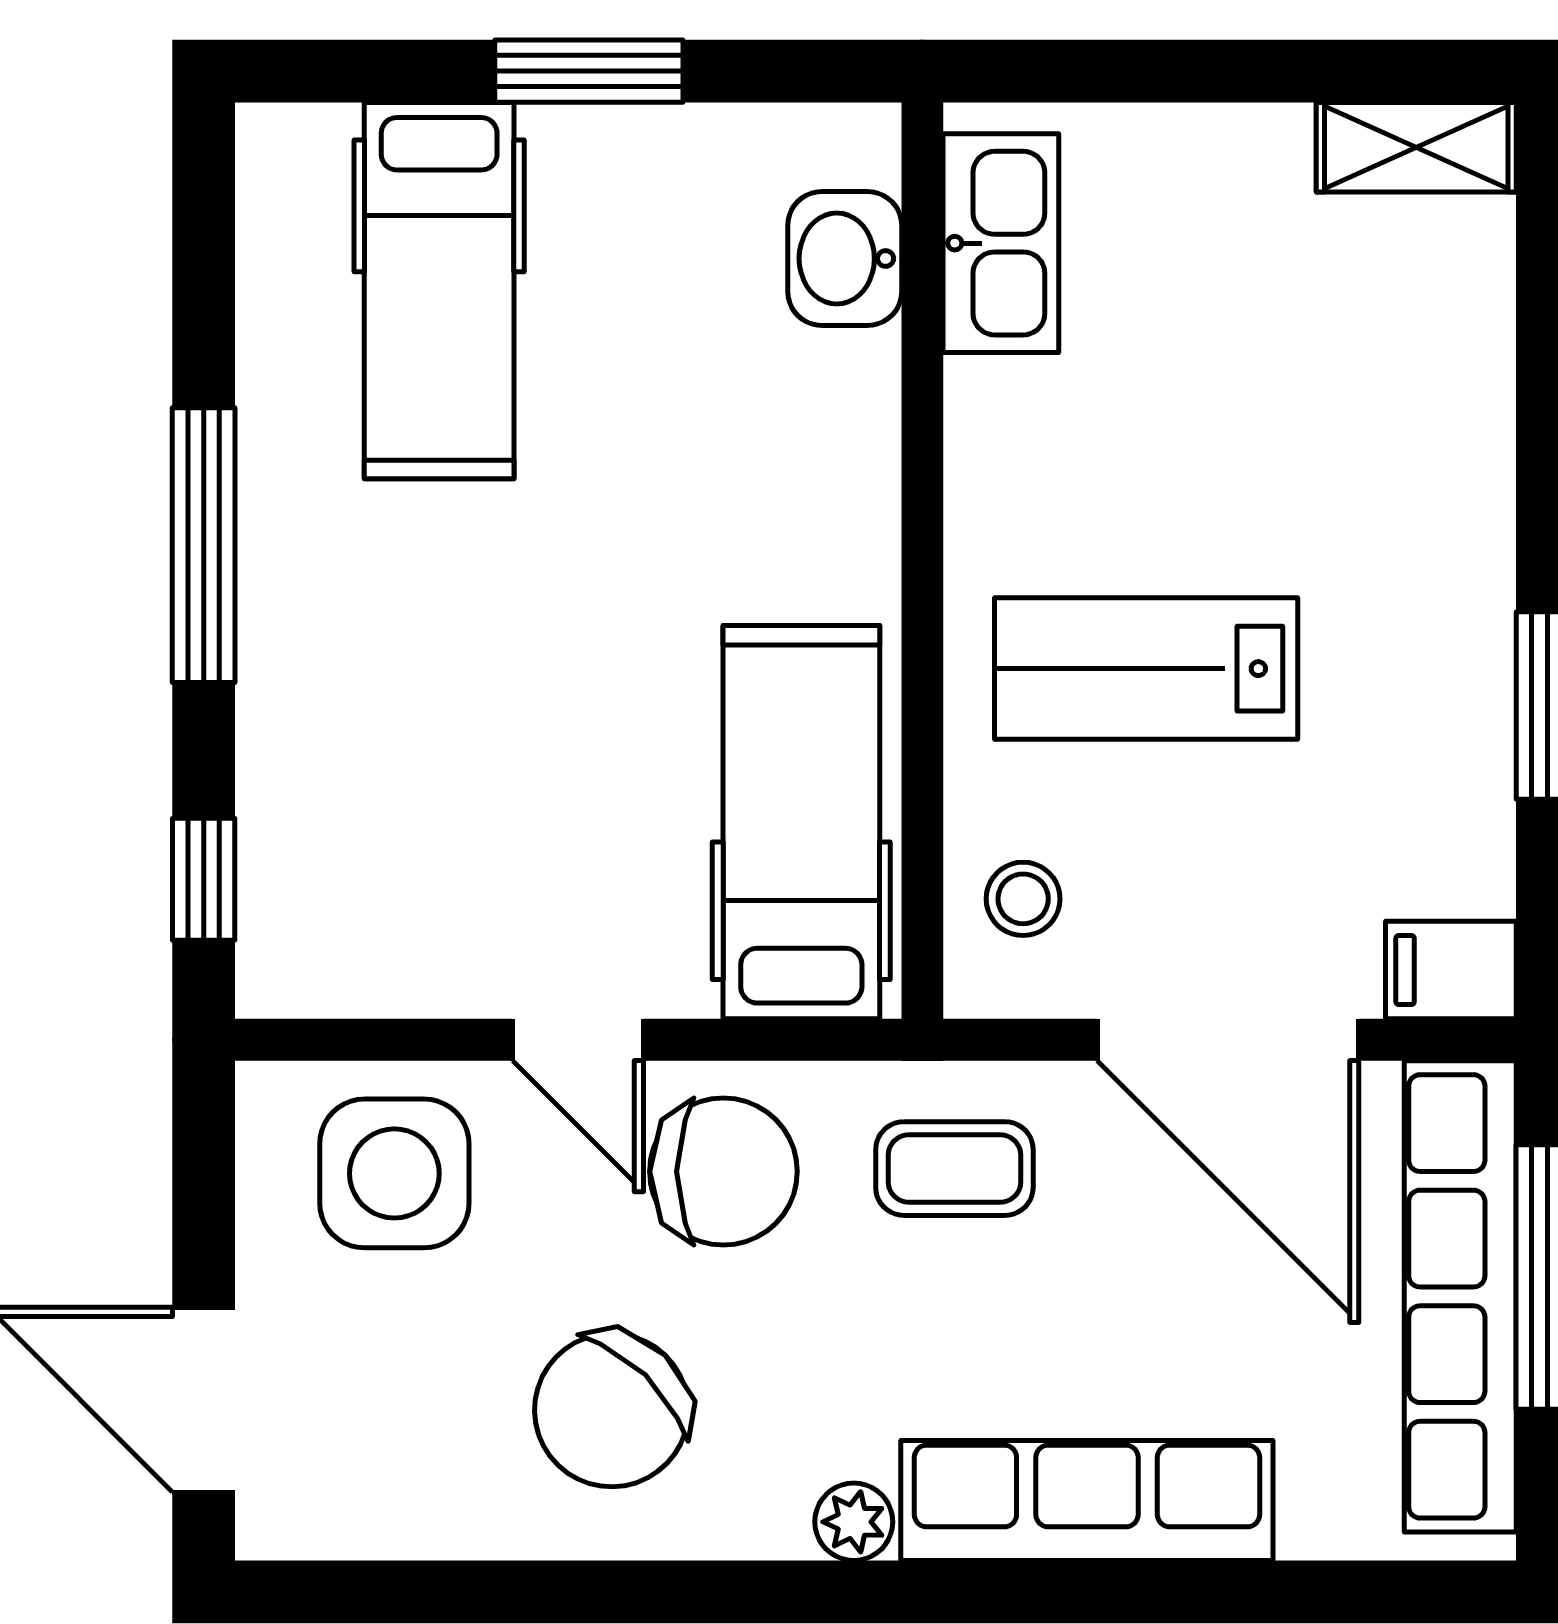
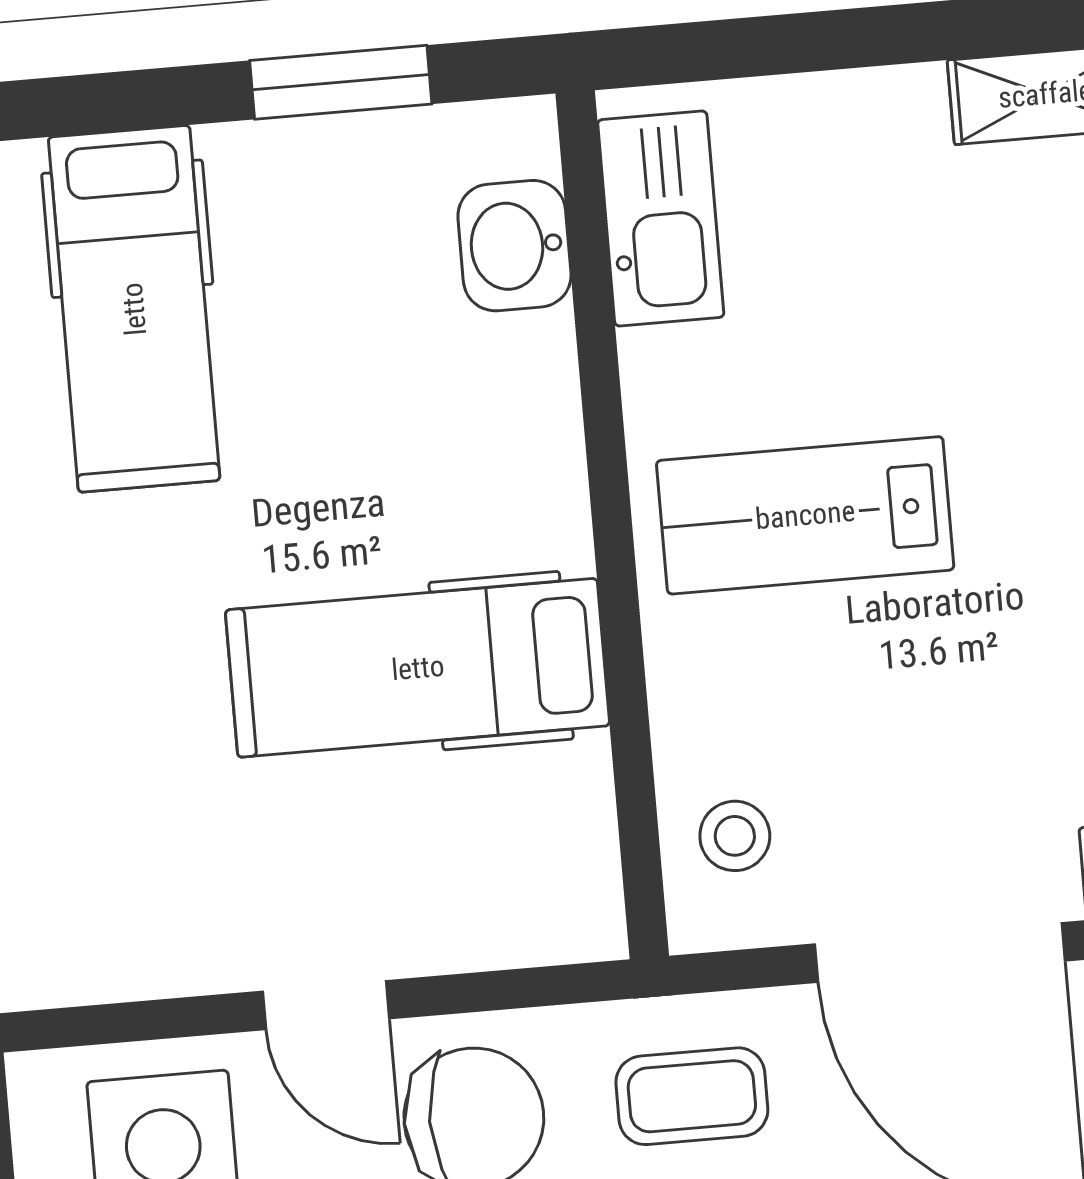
window: (589, 71) -> (341, 82), moved
lab bench: (1146, 669) -> (805, 515), moved
hospital bed: (801, 822) -> (418, 668), moved, turned -90

